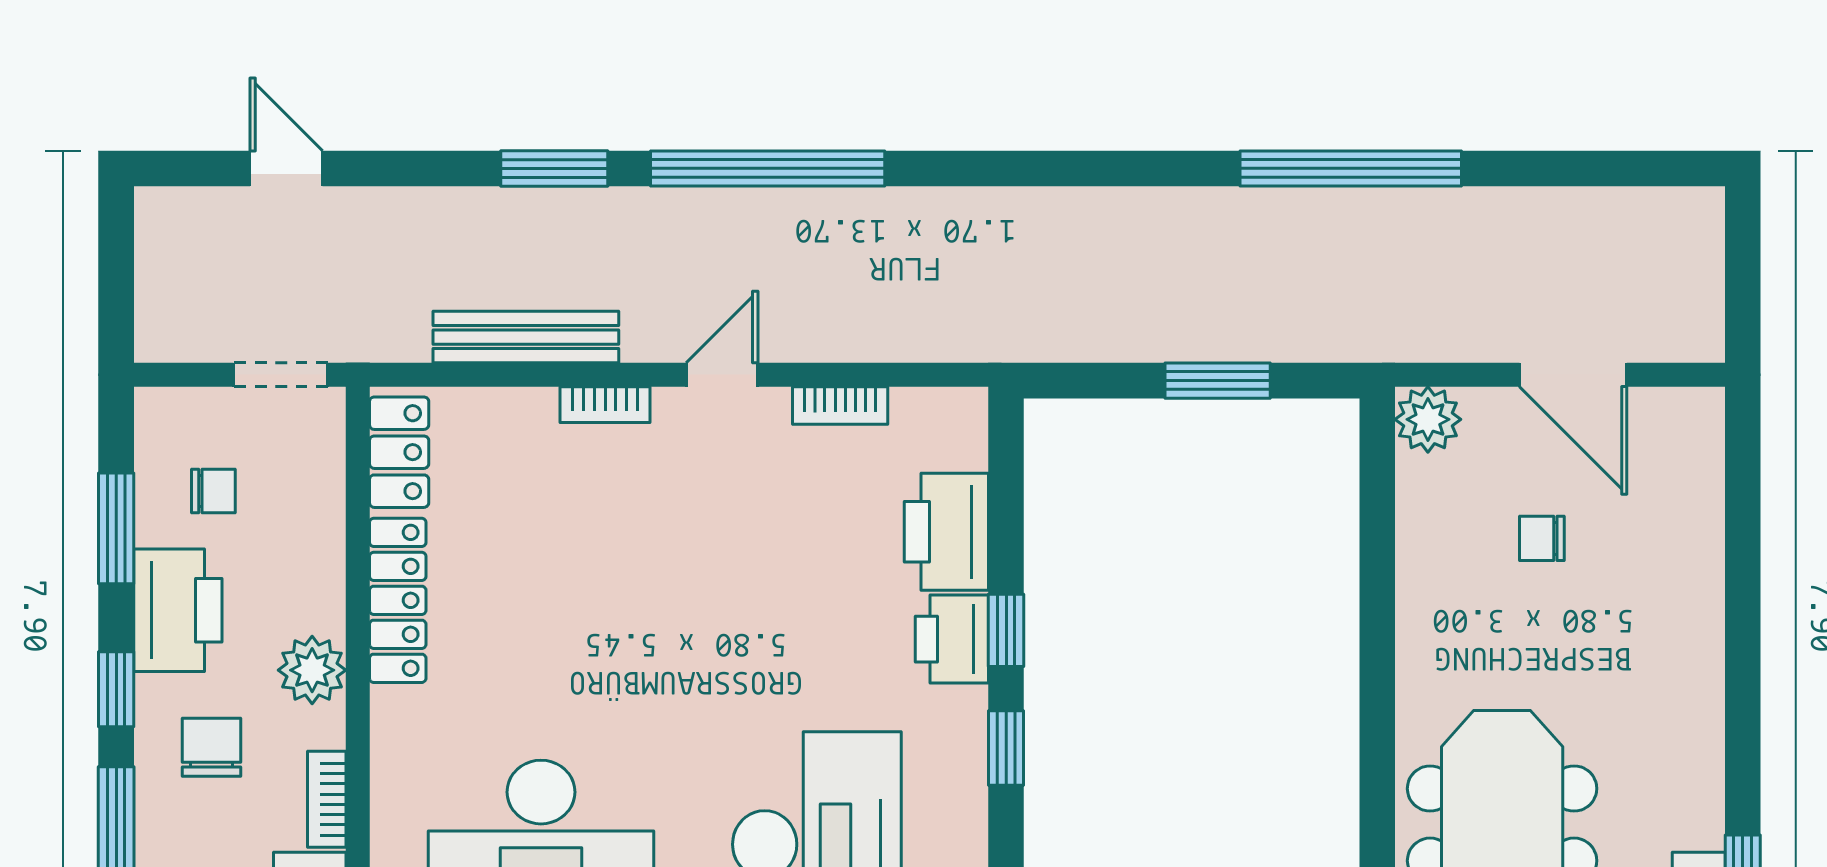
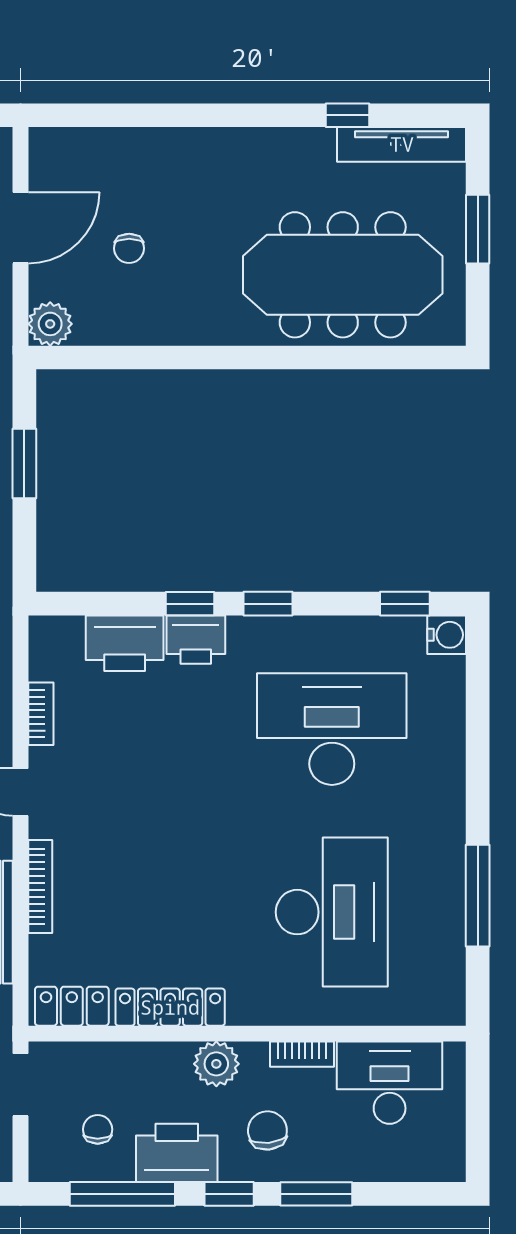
bookcase: (605, 405) -> (40, 886), width x1.56
window: (116, 528) -> (122, 1194), width x1.44
chair: (212, 747) -> (267, 1131), turned 84

